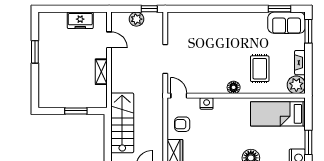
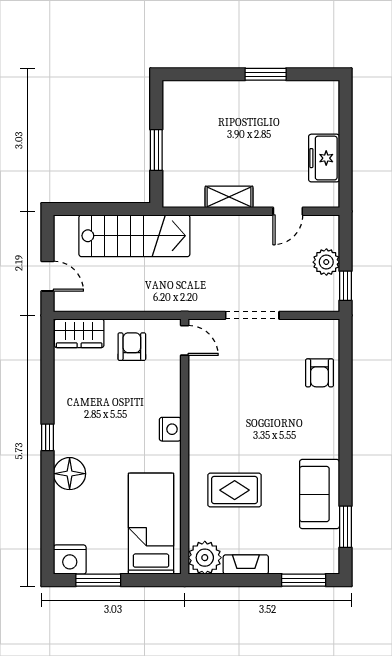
armchair: (196, 23) -> (320, 373), added
sofa: (287, 23) -> (320, 494), moved
floor lamp: (234, 87) -> (200, 442), removed
door: (179, 96) -> (185, 340), hinge flipped
nightstand: (207, 103) -> (170, 429), moved

